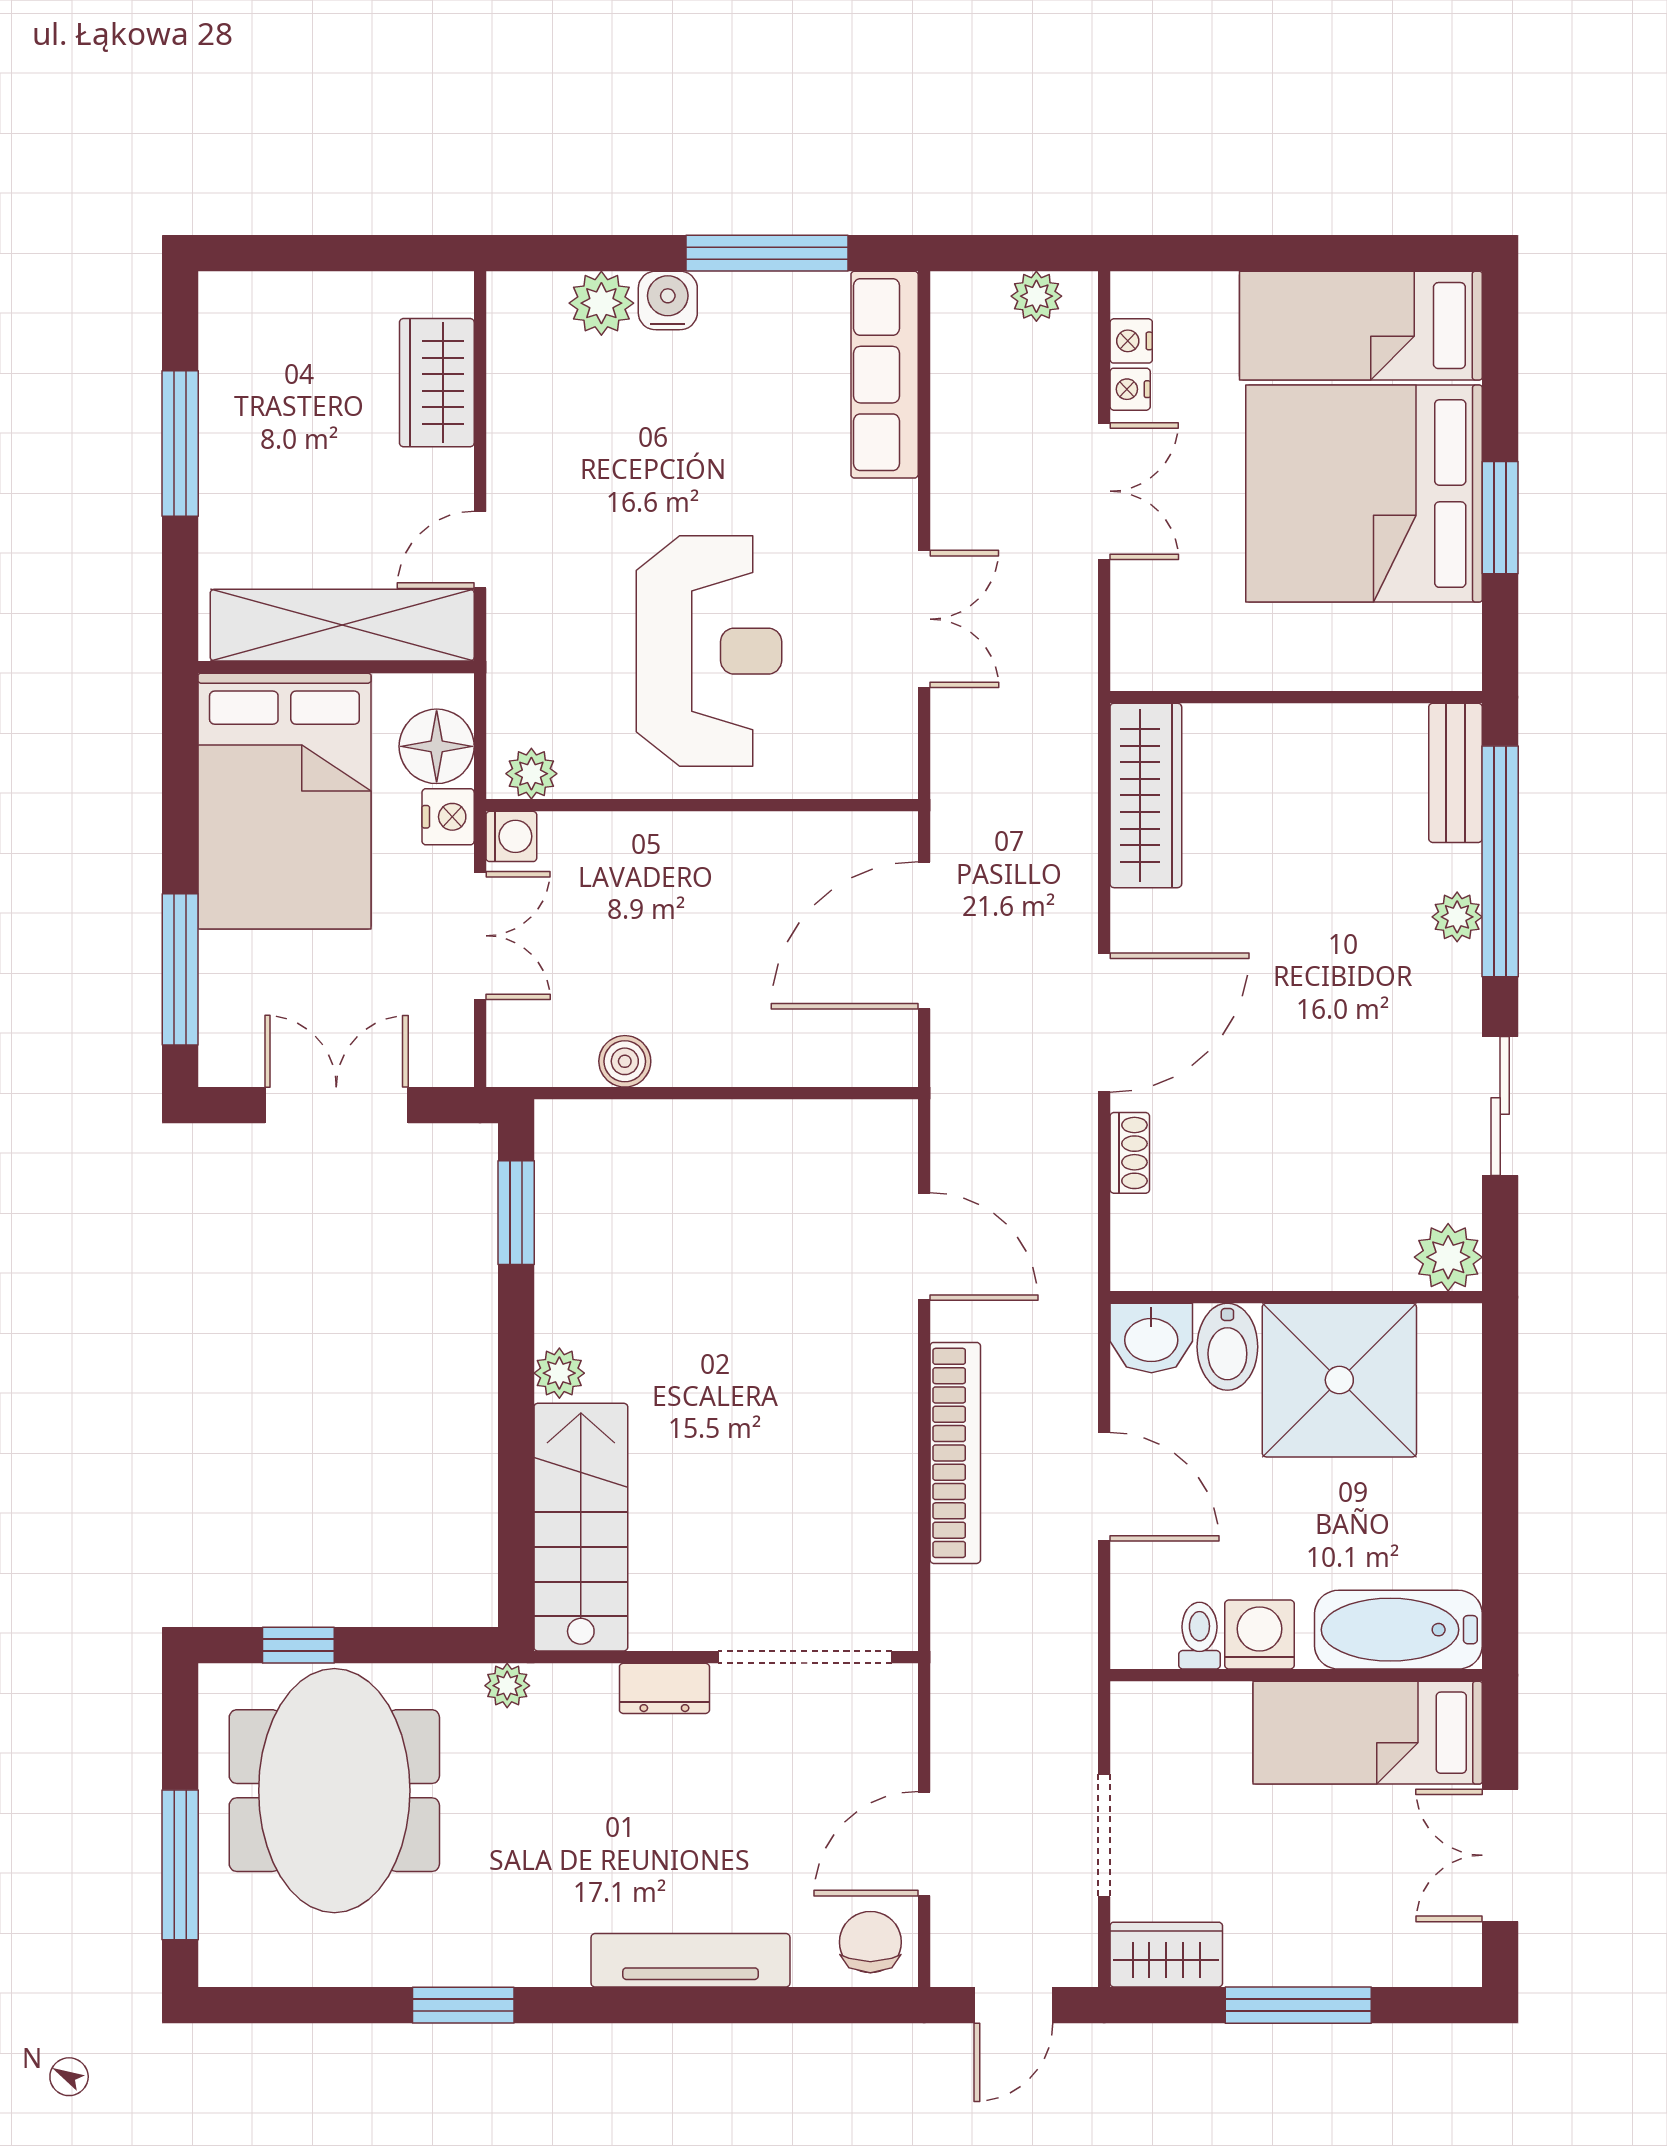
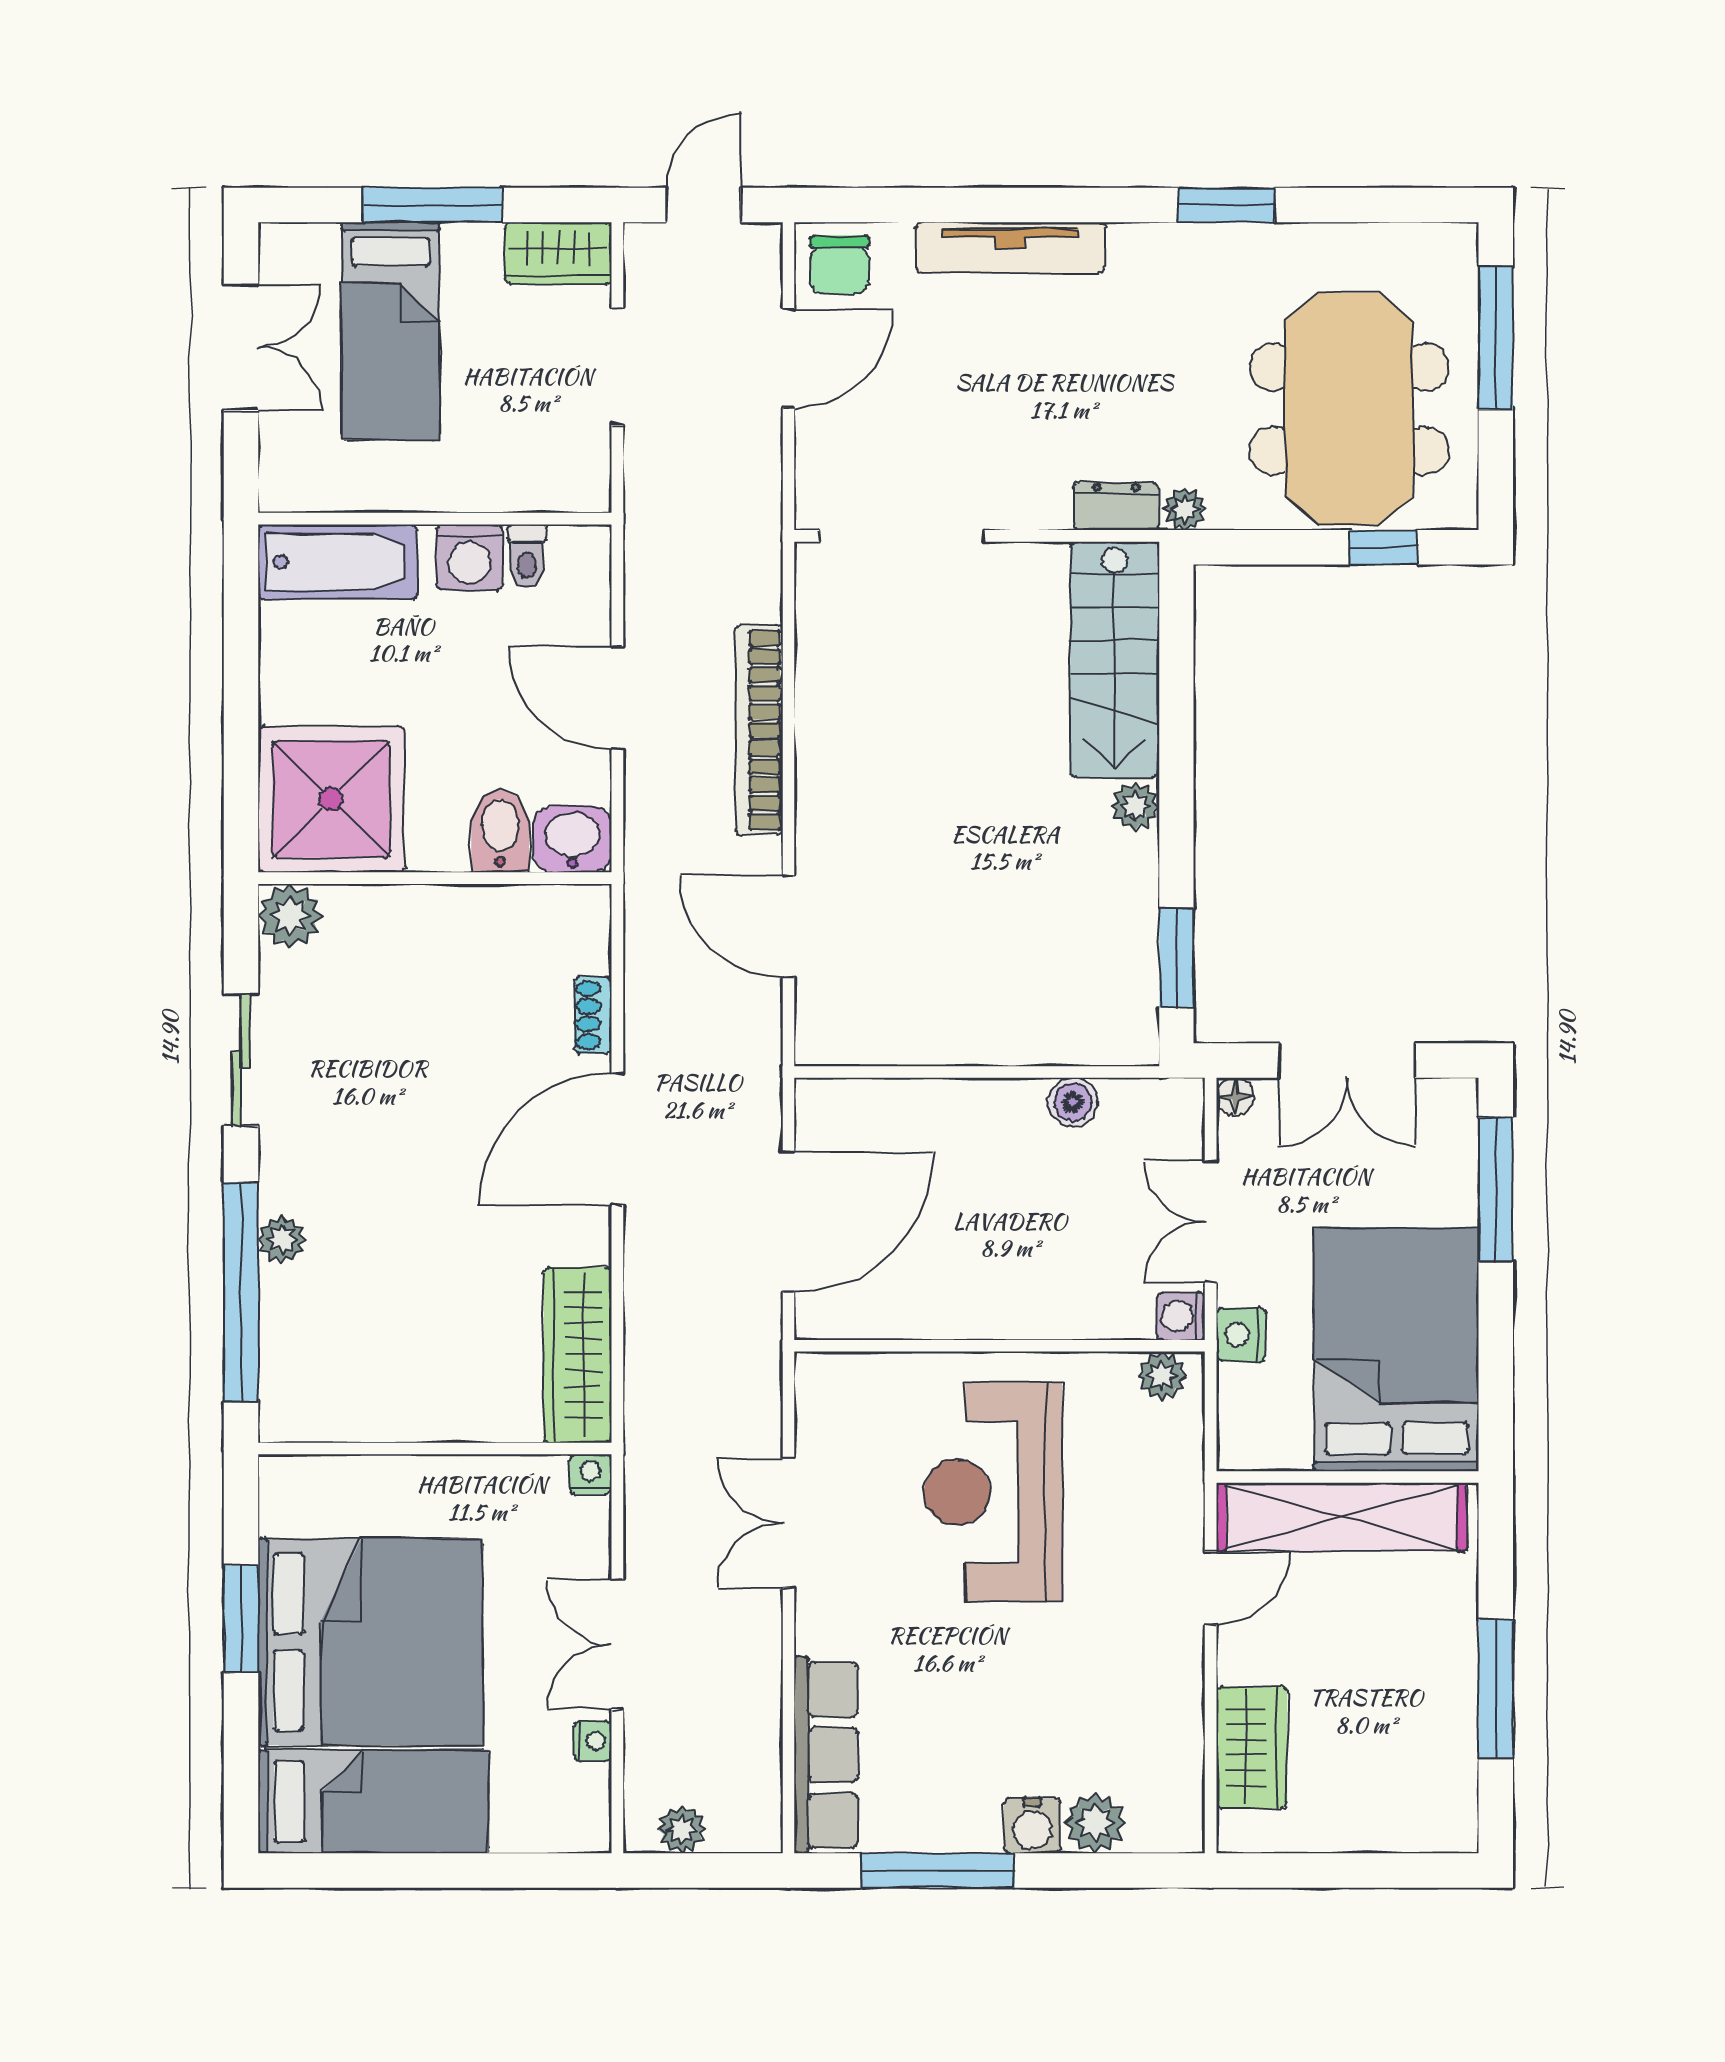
nightstand: (1131, 341) -> (590, 1474), moved, turned -90
floor lamp: (437, 746) -> (1235, 1097), moved, width x0.53, depth x0.53
bench: (1455, 773) -> (283, 1376), removed
shower: (1339, 1380) -> (331, 799), moved
dresser: (664, 1688) -> (1116, 506), moved
bed: (1368, 1733) -> (390, 331), moved, turned 90

